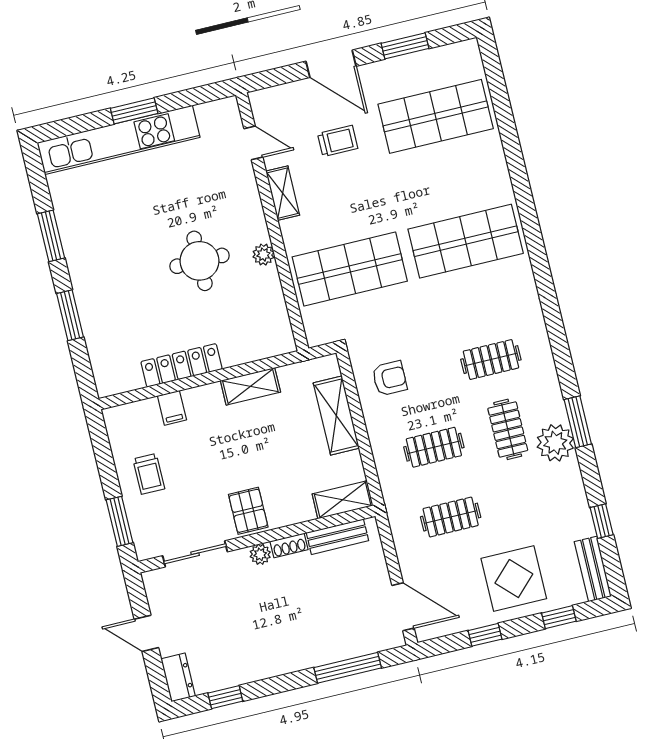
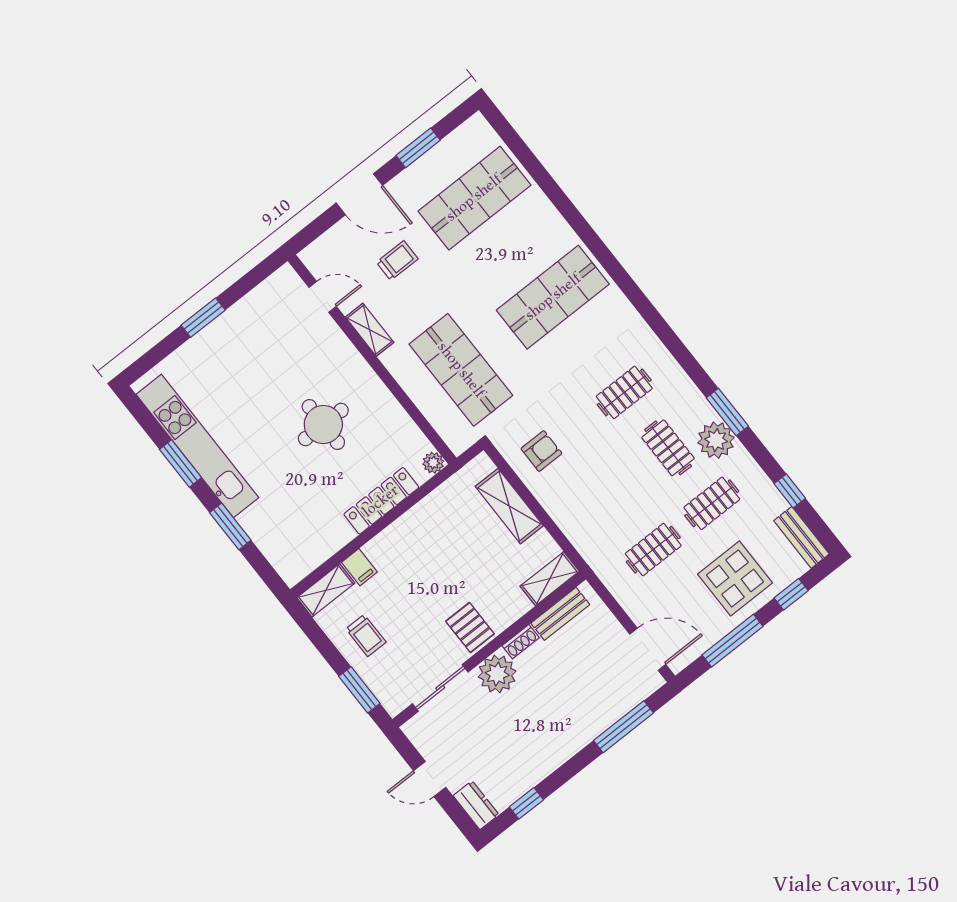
kitchen unit: (118, 140) -> (197, 446), moved, turned -90
plant: (263, 255) -> (433, 463), moved
shop shelf: (350, 269) -> (461, 370), turned 90
locker: (182, 365) -> (381, 501), moved
shelving: (250, 386) -> (326, 590), moved
clothes rail: (434, 447) -> (712, 503), moved
plant: (260, 554) -> (497, 674), width x1.87, depth x1.87
window: (485, 635) -> (732, 641), width x2.17

